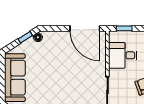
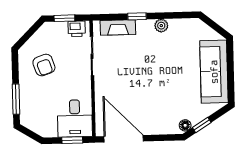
desk: (123, 55) -> (75, 118), moved, turned 90

